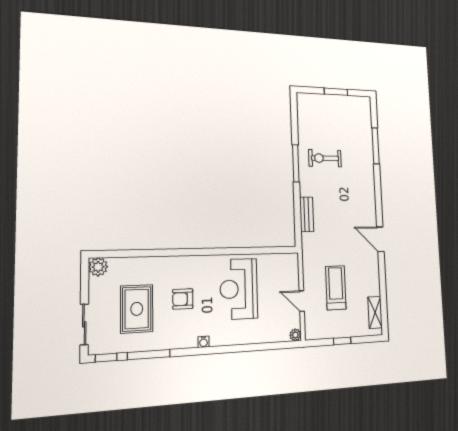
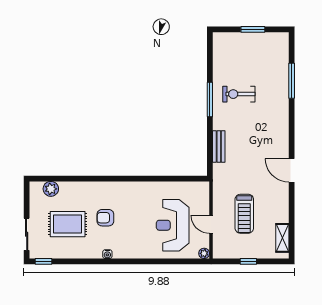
plant: (98, 267) -> (51, 189), moved
treadmill: (336, 288) -> (244, 214), turned 180
reception desk: (239, 289) -> (173, 225), moved
rug: (137, 309) -> (68, 224), turned 90
water cooler: (203, 342) -> (107, 254), moved
window: (149, 355) -> (77, 261), removed

